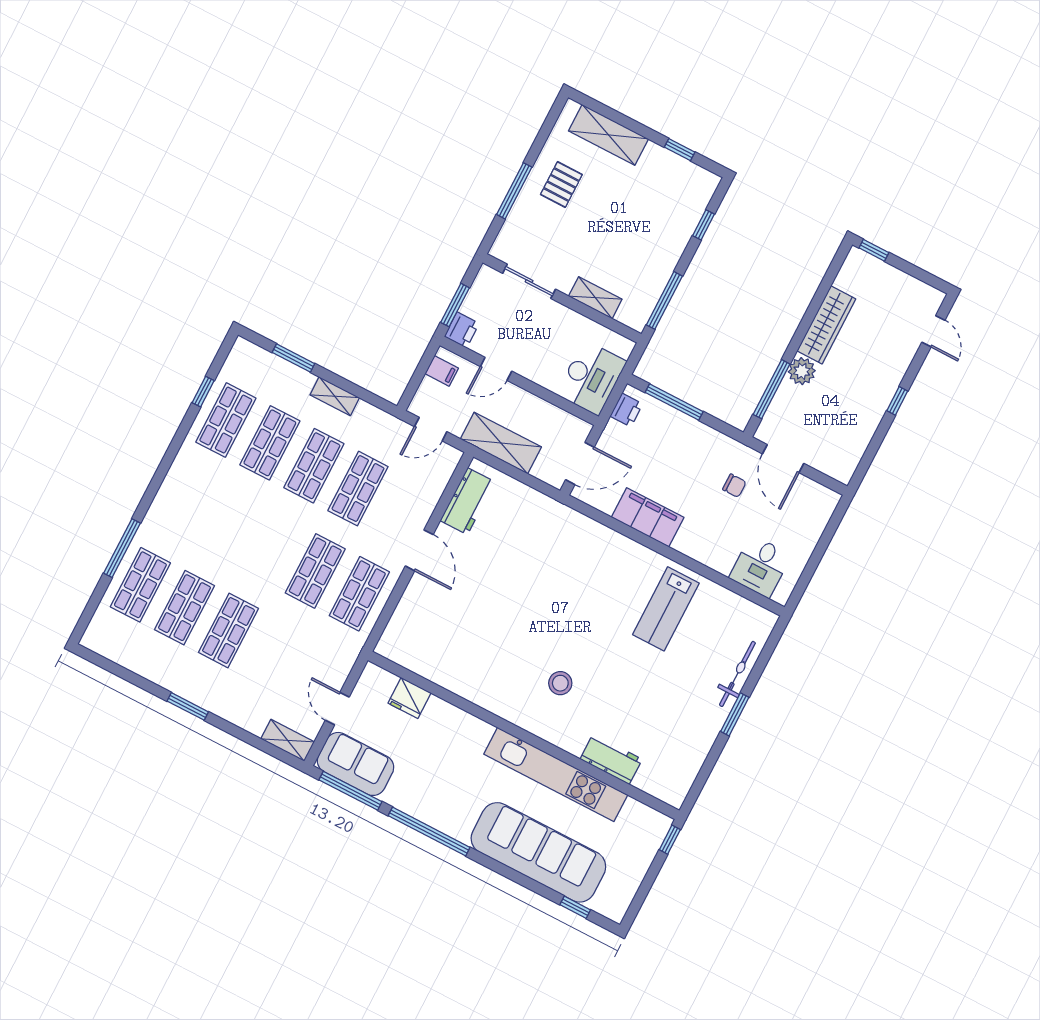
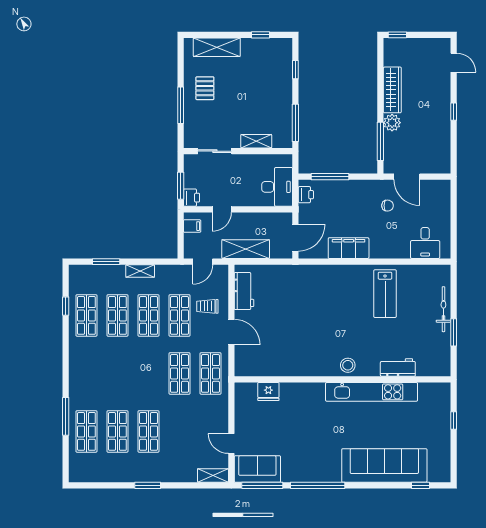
trolley: (404, 496) -> (207, 306), added
fridge: (410, 698) -> (268, 392), moved
wall: (524, 735) -> (342, 379), moved
workbench: (611, 759) -> (398, 367), moved
kitchen unit: (556, 774) -> (372, 392), moved

